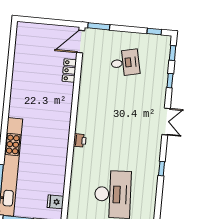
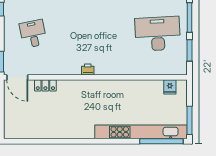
printer: (80, 140) -> (88, 69), moved

